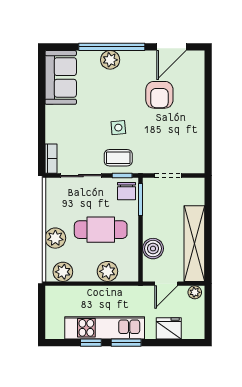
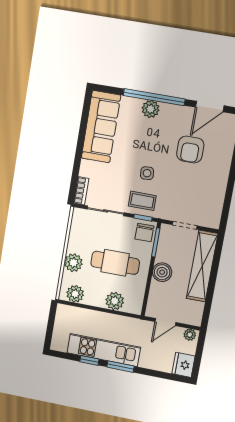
sofa: (61, 77) -> (101, 127), width x1.36
shelving: (194, 244) -> (202, 266), moved
boiler: (153, 249) -> (162, 272), moved
fridge: (169, 328) -> (183, 365), moved, turned -90

